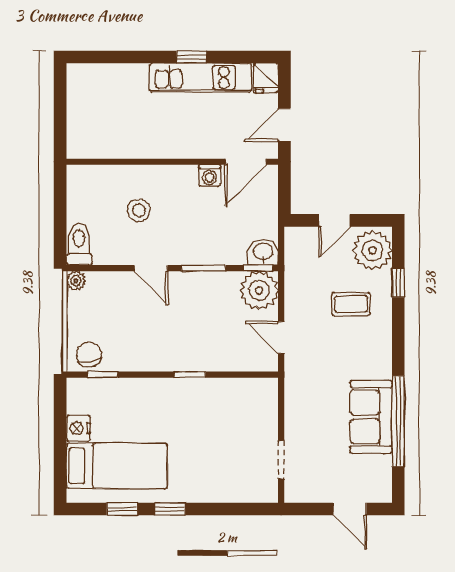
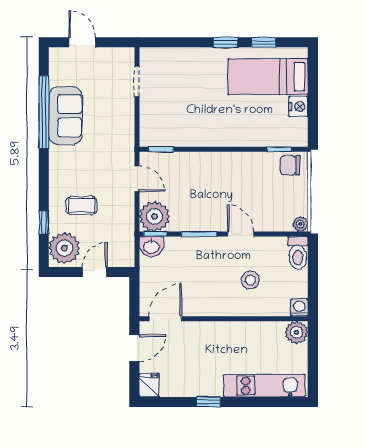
kitchen unit: (200, 78) -> (264, 386), moved
plant: (81, 144) -> (297, 332), added
washing machine: (210, 175) -> (299, 308), moved
chair: (89, 355) -> (290, 165), turned 100
window: (190, 375) -> (161, 149), moved

